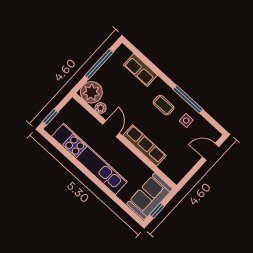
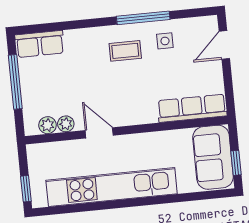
row of seats: (141, 70) -> (40, 44), moved
plant: (91, 92) -> (47, 125), width x0.53, depth x0.53
row of seats: (144, 145) -> (192, 108), moved

